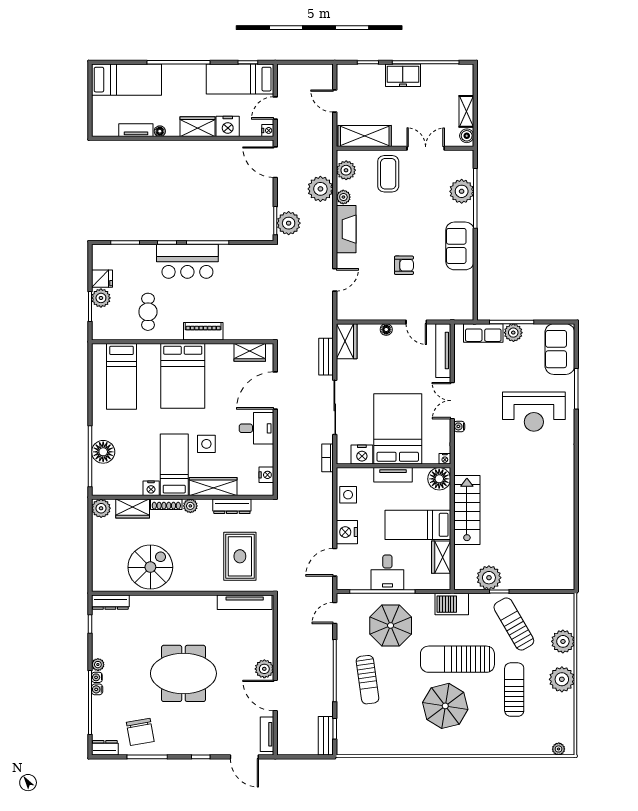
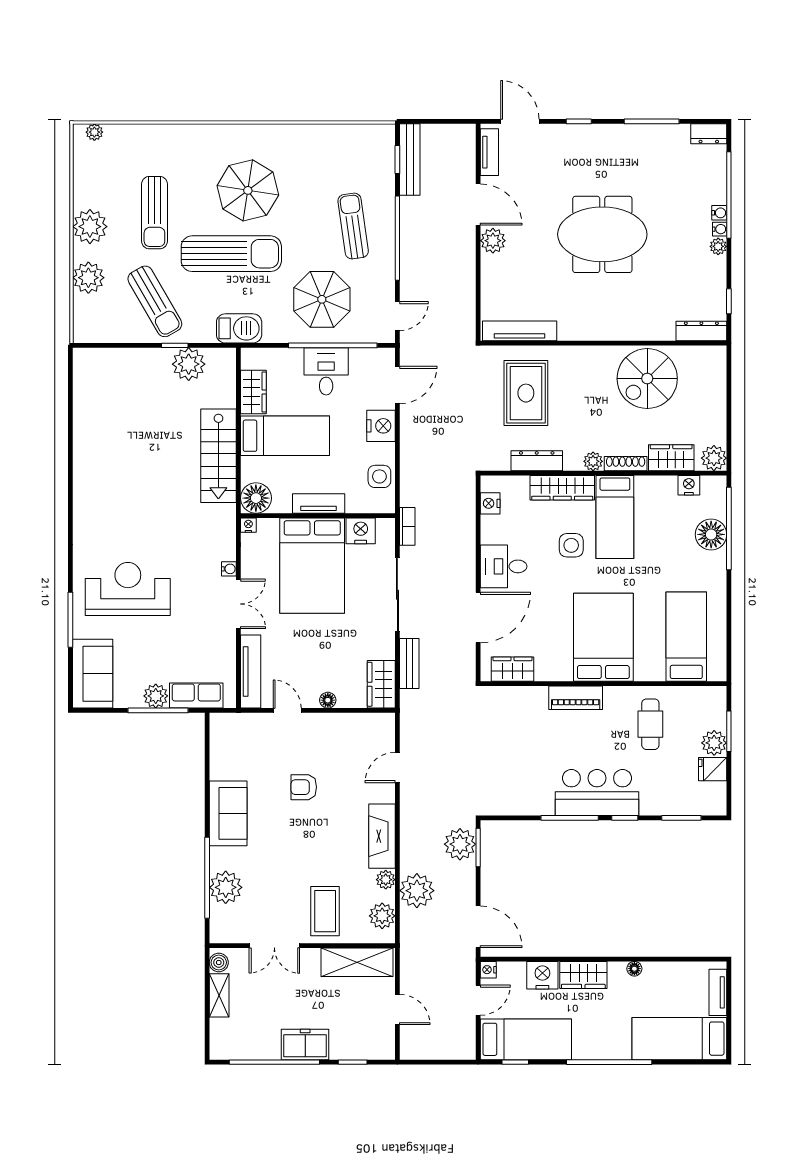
tv unit: (136, 130) -> (718, 992), moved, turned 90
nightstand: (151, 488) -> (689, 485), moved
chair: (140, 732) -> (661, 155), removed
bench: (326, 736) -> (410, 159), width x1.36

